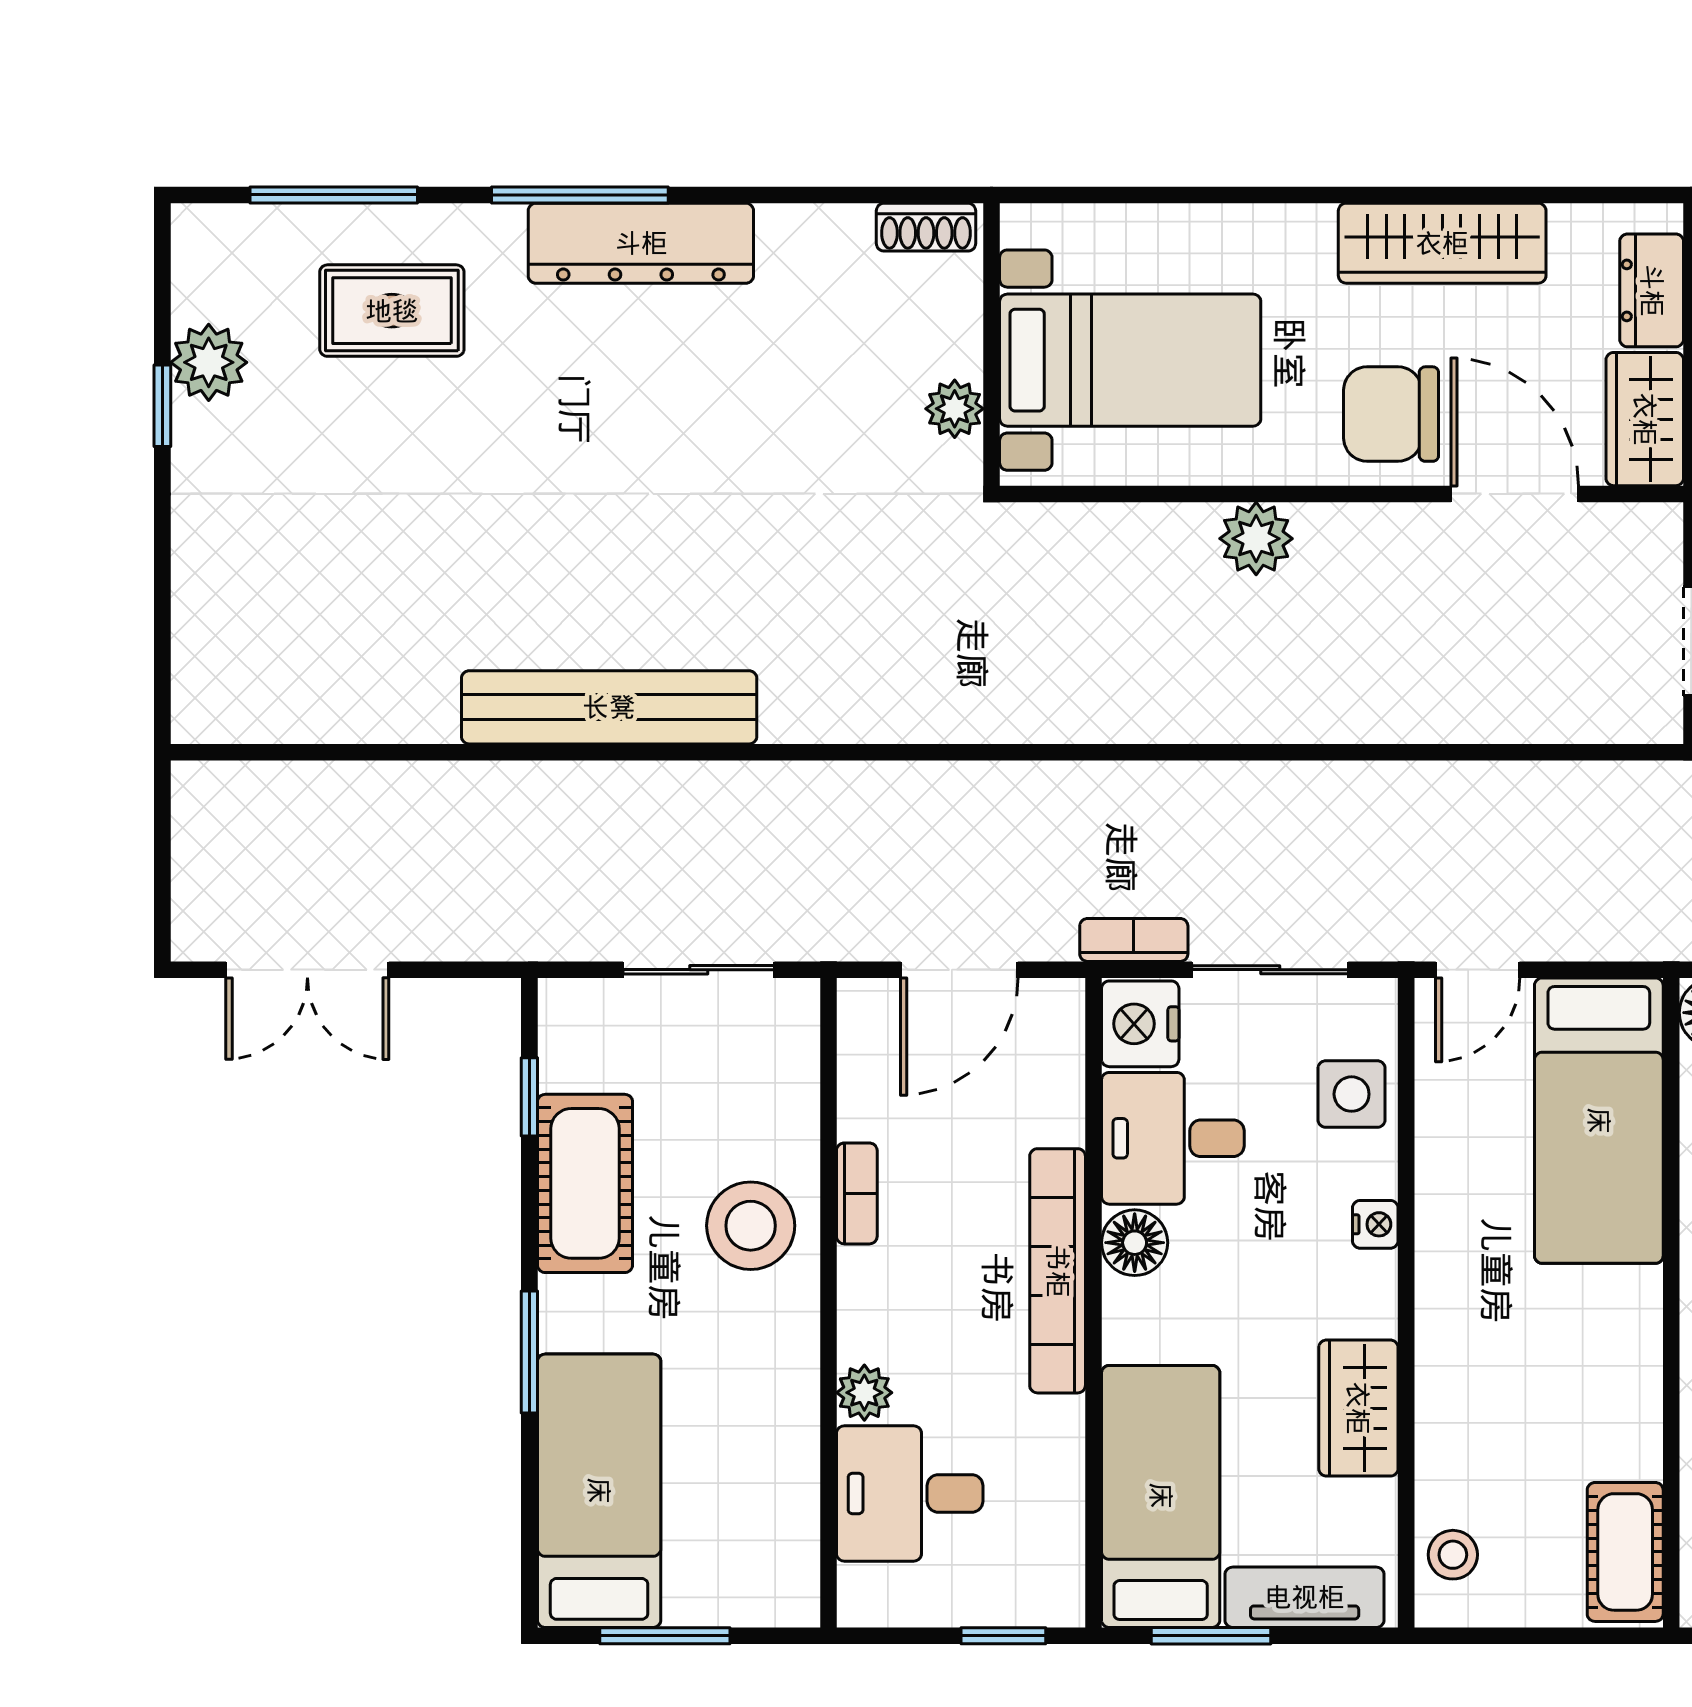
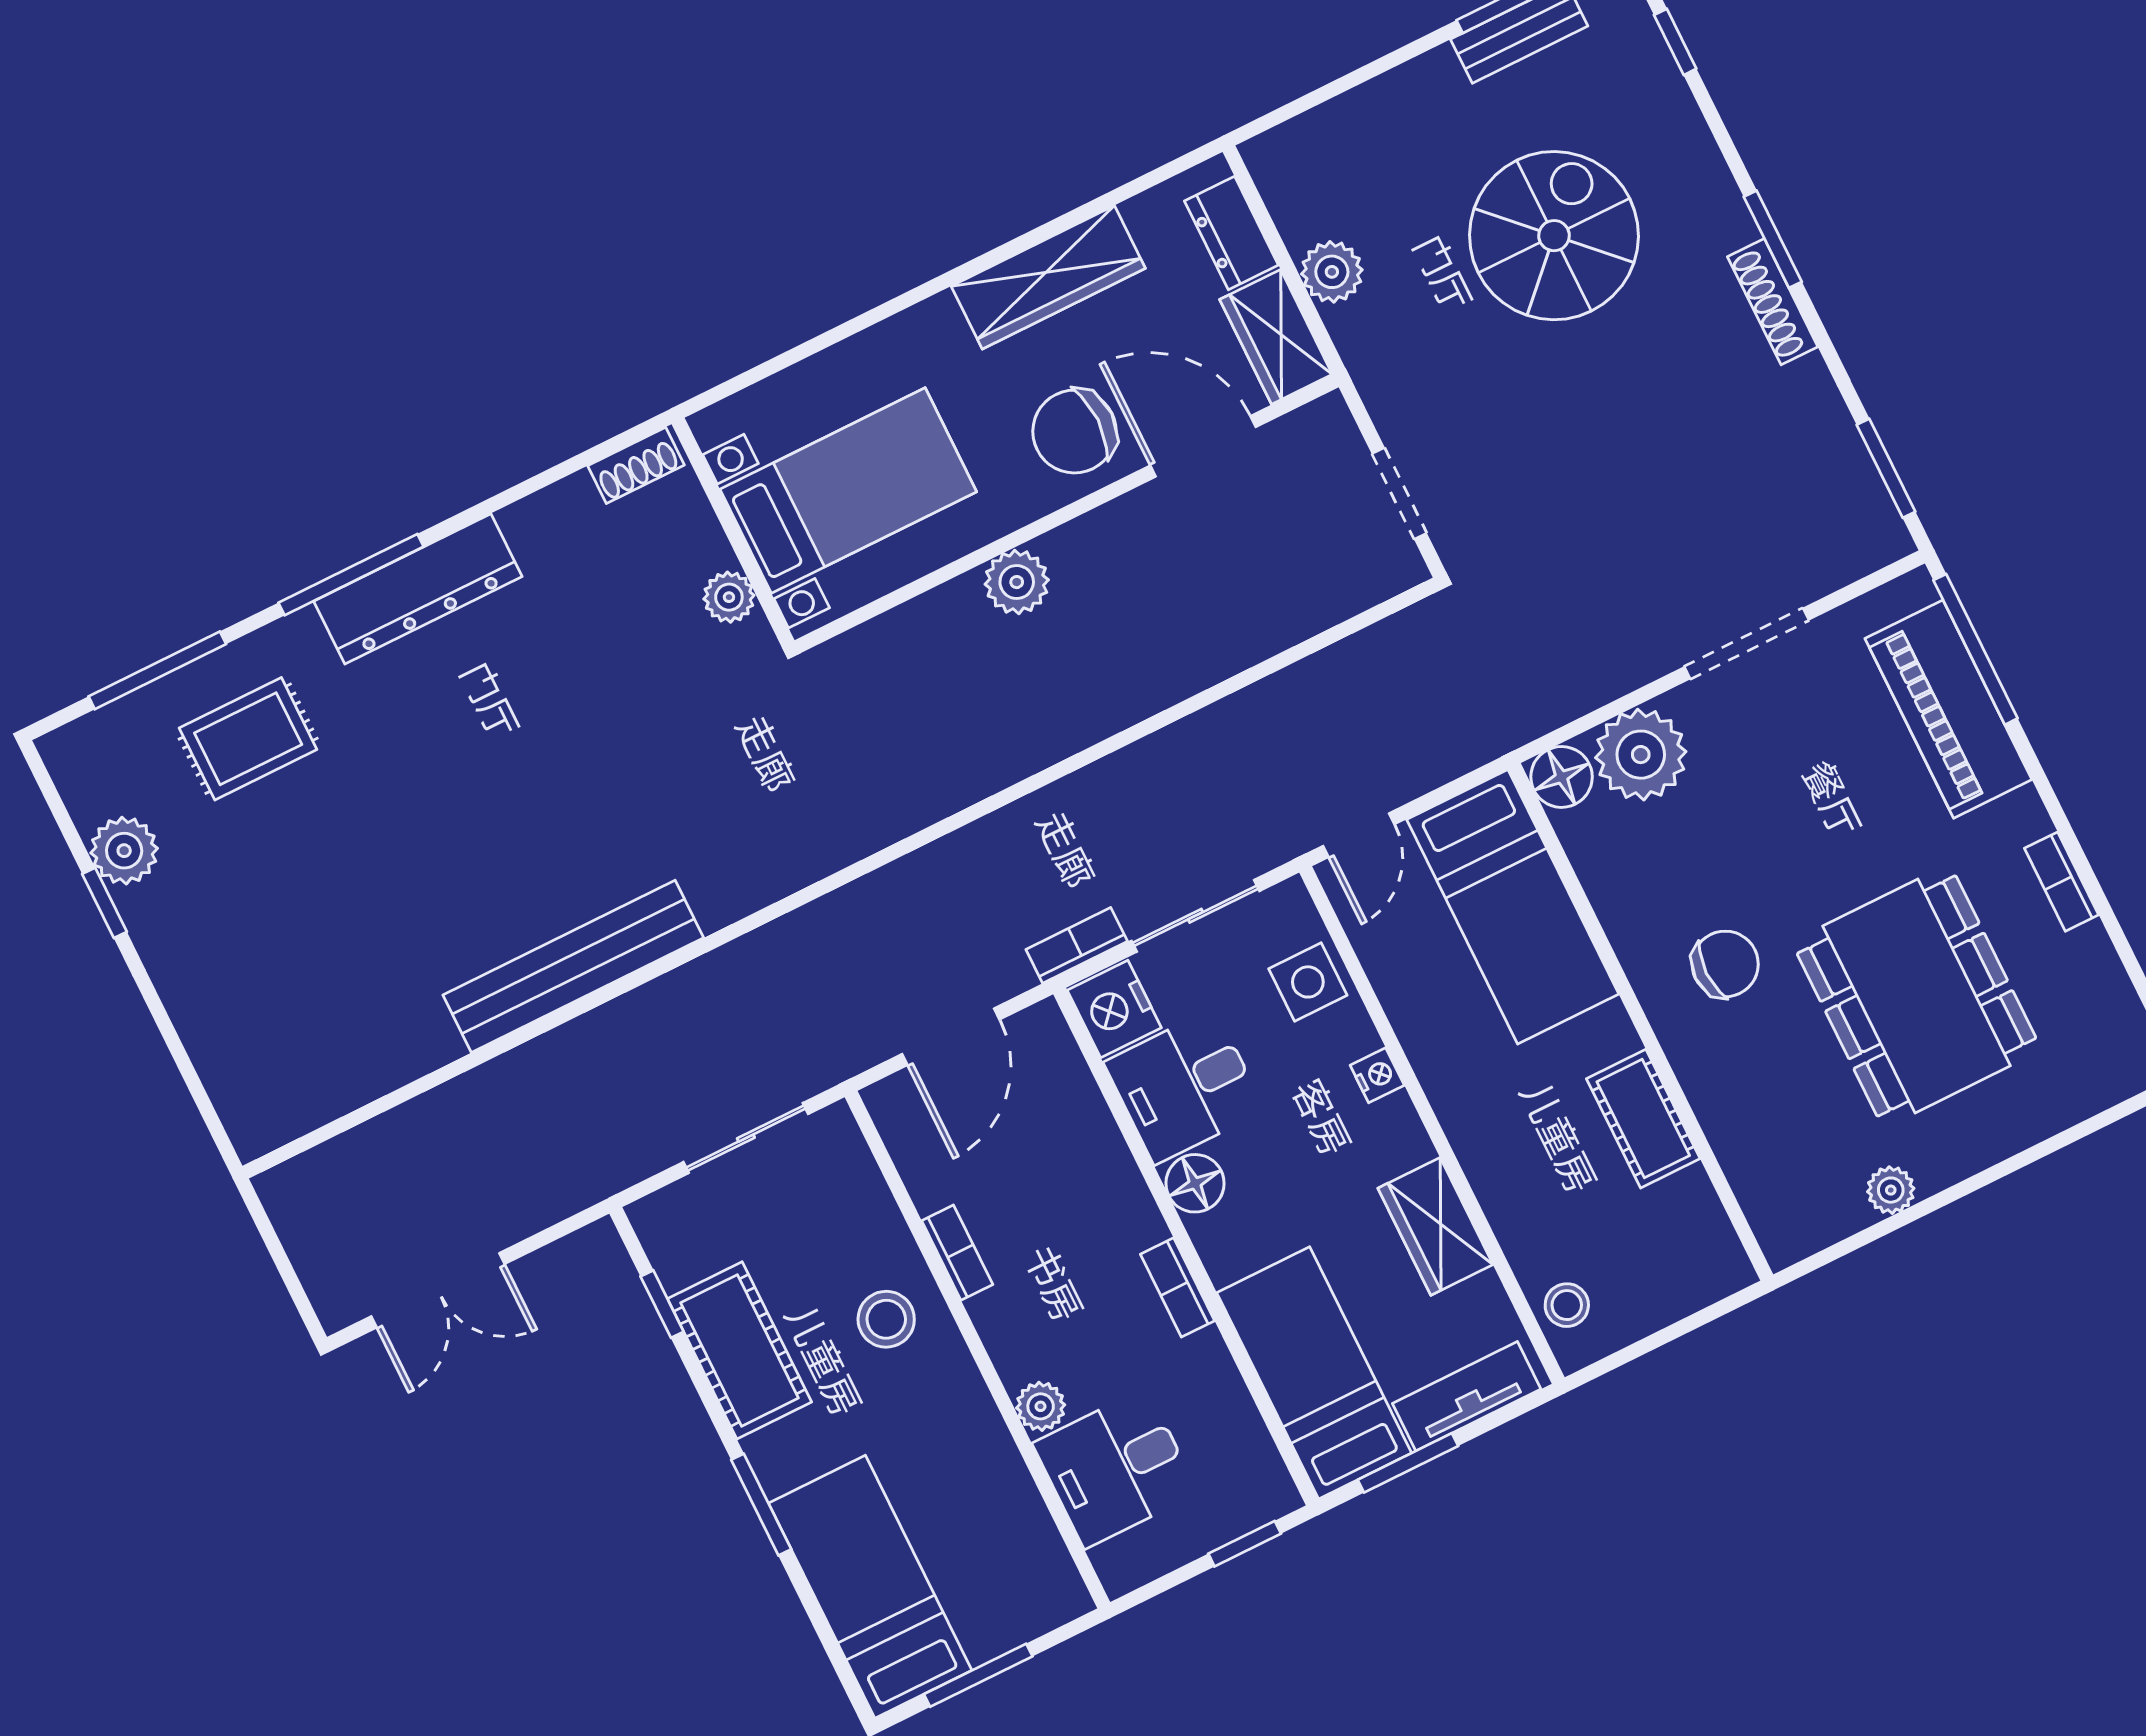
stool: (751, 1226) -> (886, 1319), width x0.73, depth x0.73
bookcase: (1058, 1271) -> (1177, 1287), width x0.43, depth x0.76
cot: (1625, 1552) -> (1643, 1119), moved

